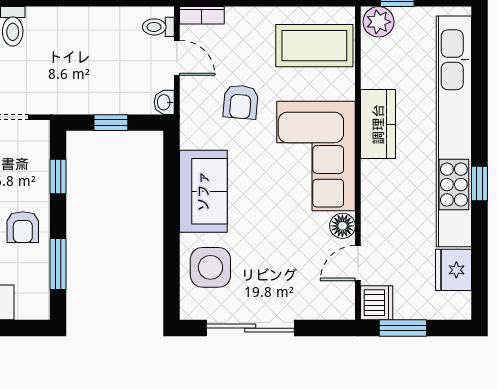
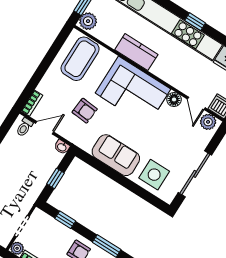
plant: (341, 298) -> (208, 122), added

